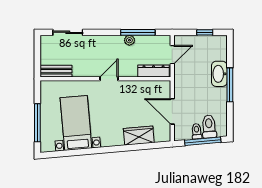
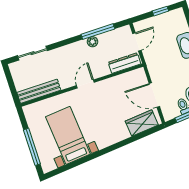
bench: (56, 71) -> (39, 91), width x1.36
wardrobe: (139, 136) -> (142, 123), moved

